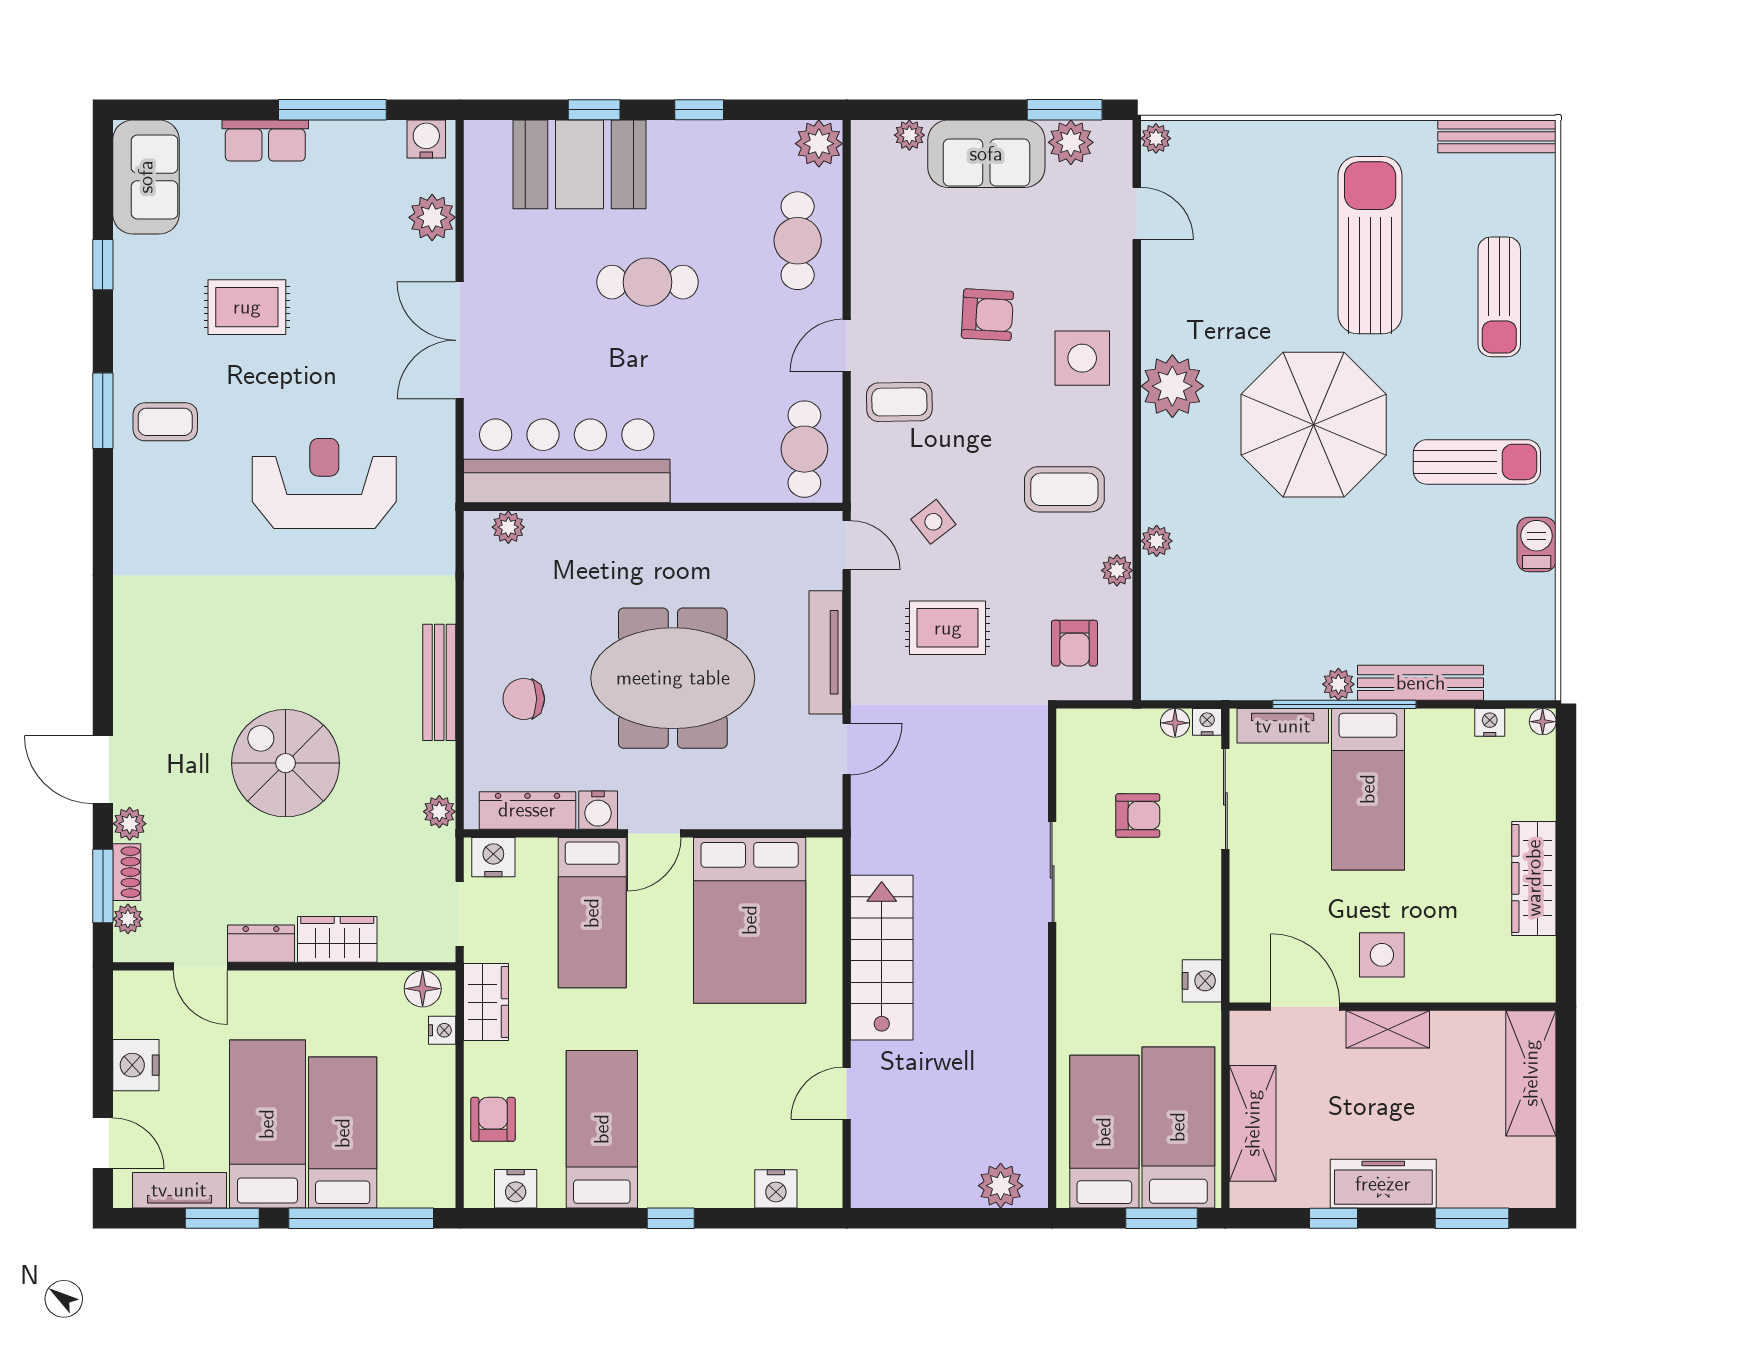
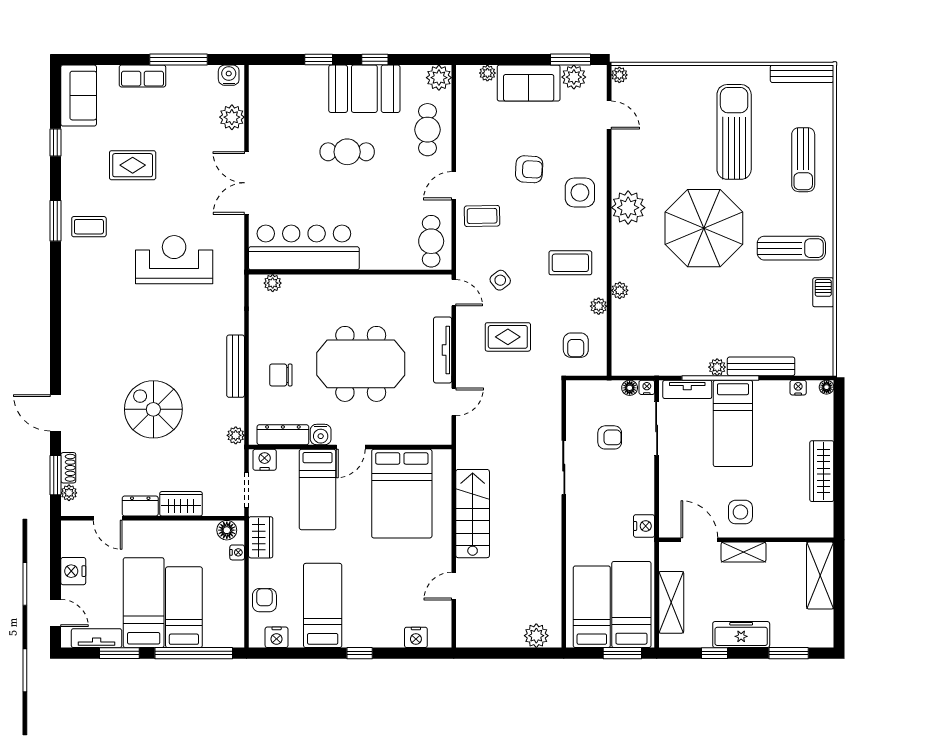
booth: (579, 164) -> (364, 89), moved
plant: (130, 824) -> (70, 442), removed

